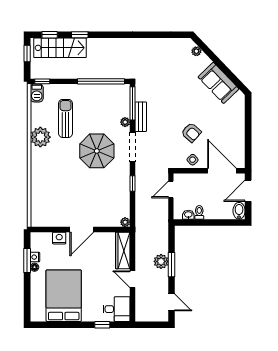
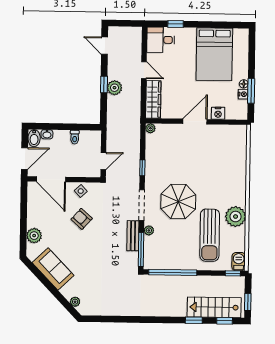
plant: (237, 115) -> (34, 236), added
sun lounger: (66, 118) -> (210, 235), width x1.36, depth x1.34
washbasin: (188, 215) -> (47, 134), moved
window: (171, 265) -> (104, 84), width x0.67

